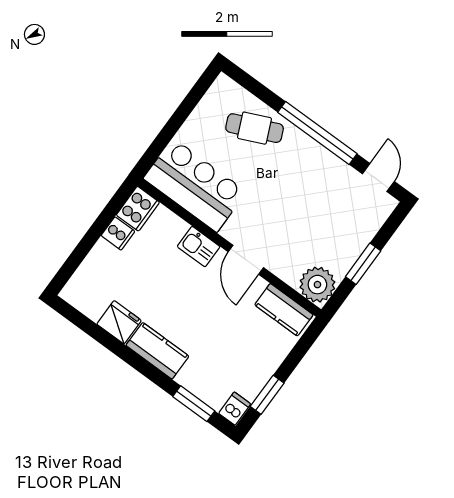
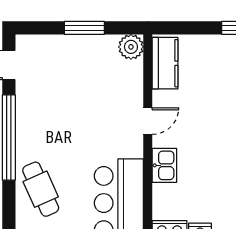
door: (246, 260) -> (148, 121), width x0.73
plant: (317, 285) -> (131, 47), width x0.73, depth x0.73

